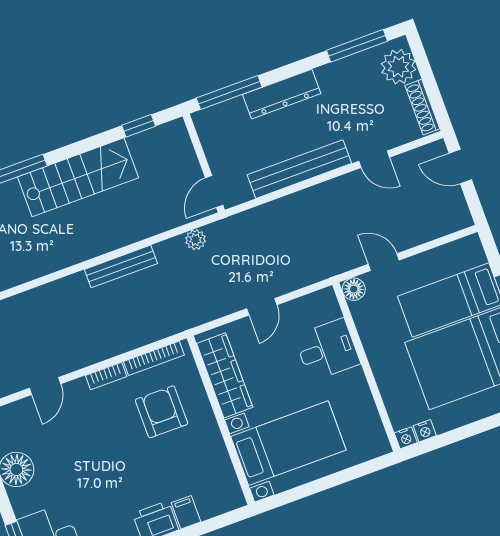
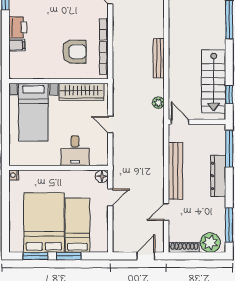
stairs: (78, 177) -> (214, 81), moved
nightstand: (425, 431) -> (14, 186), removed

